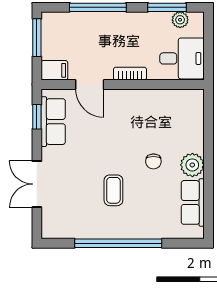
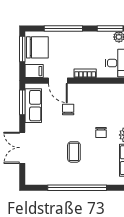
chair: (59, 35) -> (37, 47), added
window: (37, 117) -> (22, 102), width x1.50
chair: (105, 127) -> (68, 110), added

